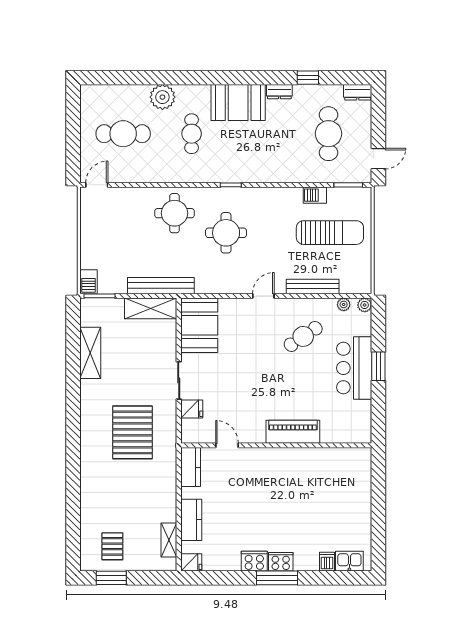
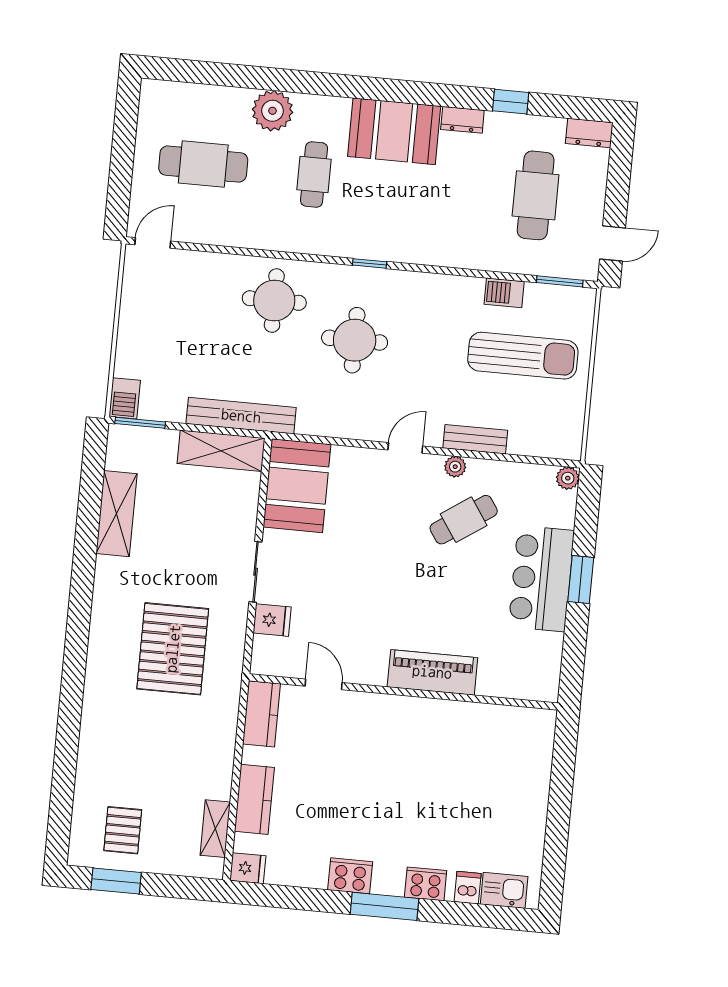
bench: (313, 286) -> (475, 439), width x0.73
plant: (344, 304) -> (455, 467), moved
cooker: (281, 562) -> (426, 884), moved

